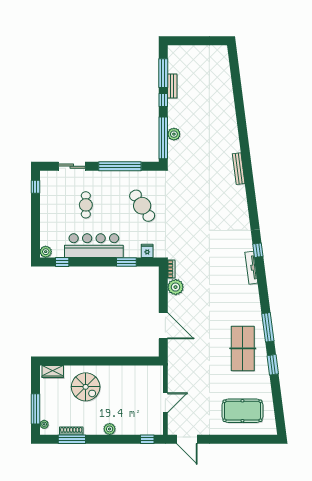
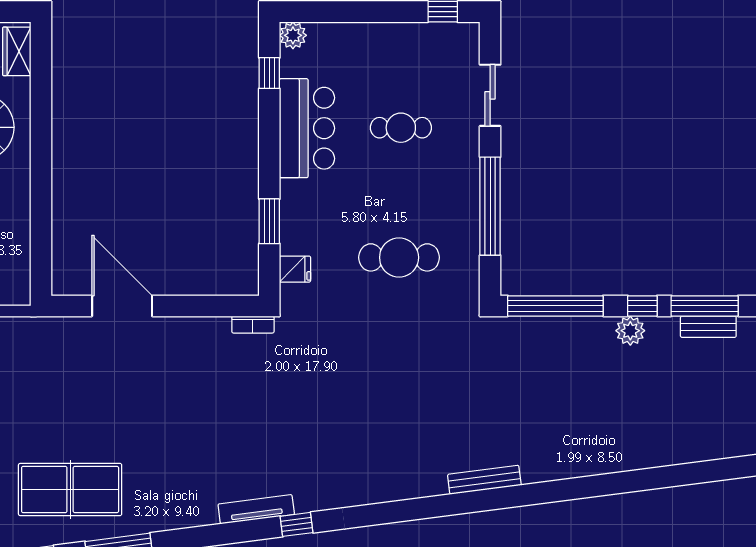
bench: (172, 86) -> (708, 327), moved
plant: (174, 134) -> (630, 331), moved
cafe table: (142, 206) -> (399, 257), turned 33
bar counter: (94, 246) -> (307, 128), width x0.73
plant: (176, 287) -> (211, 334), removed
door: (163, 326) -> (122, 306), swing flipped

